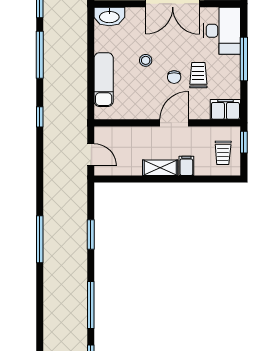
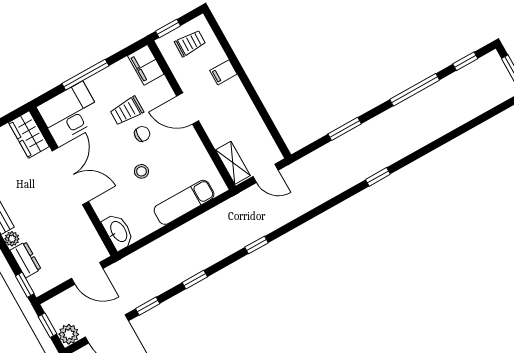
window: (40, 55) -> (195, 280), width x0.46
door: (91, 155) -> (266, 173), swing flipped
shelving: (160, 168) -> (233, 163), moved
window: (40, 239) -> (378, 177), width x0.46

